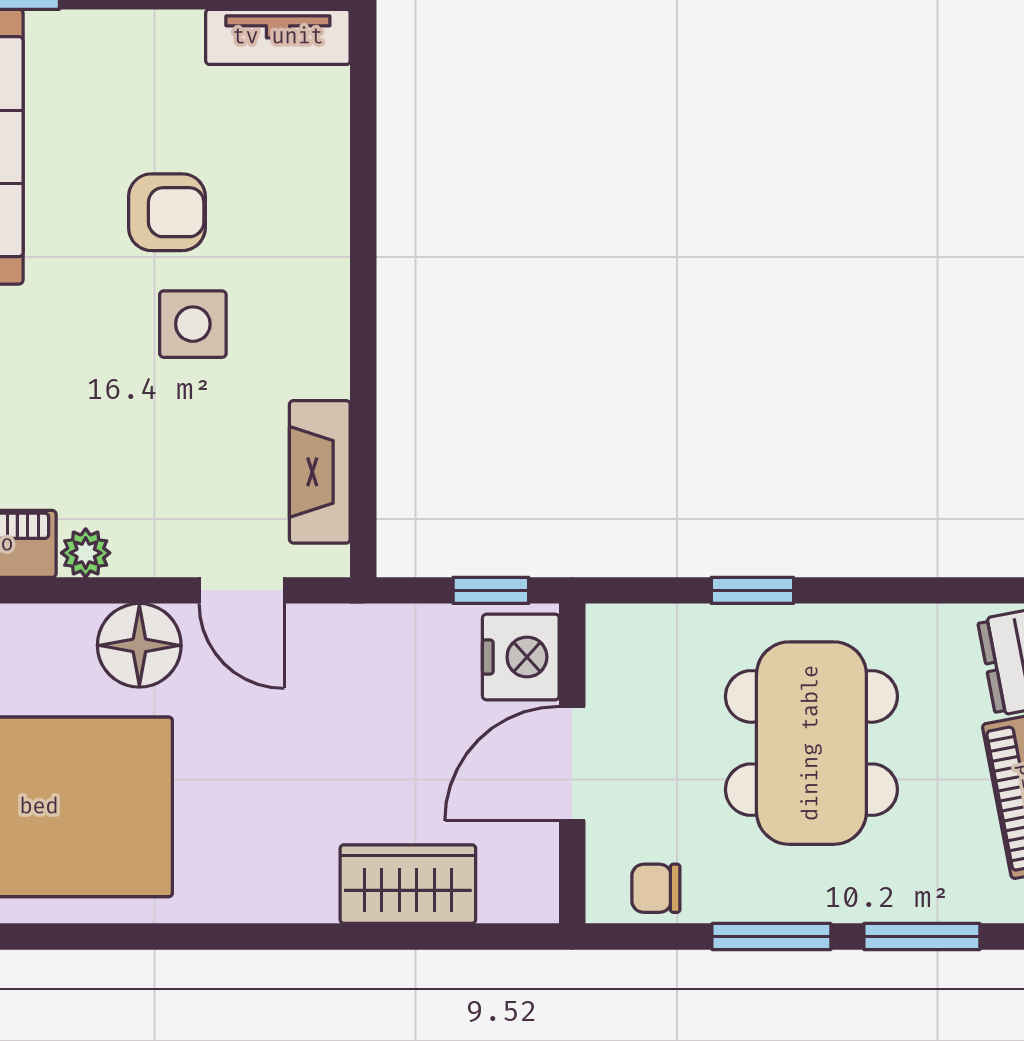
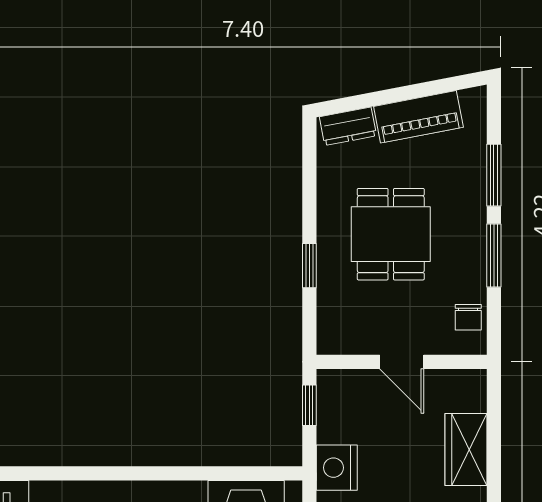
nightstand: (521, 657) -> (337, 468), moved, turned -90
dining table: (811, 743) -> (391, 234), width x0.73
door: (572, 764) -> (402, 362), width x0.73

